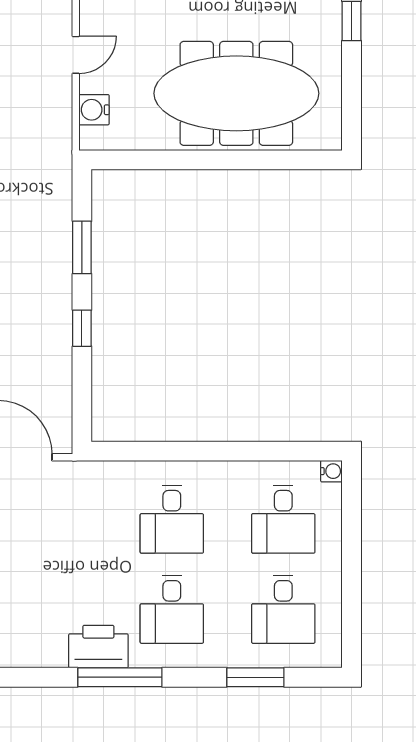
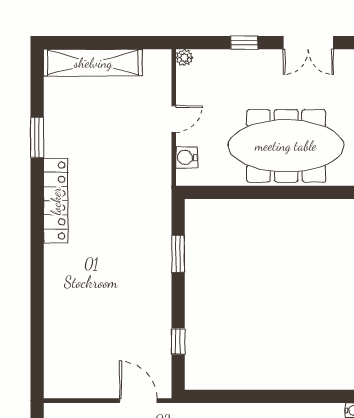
window: (82, 328) -> (178, 341), moved

